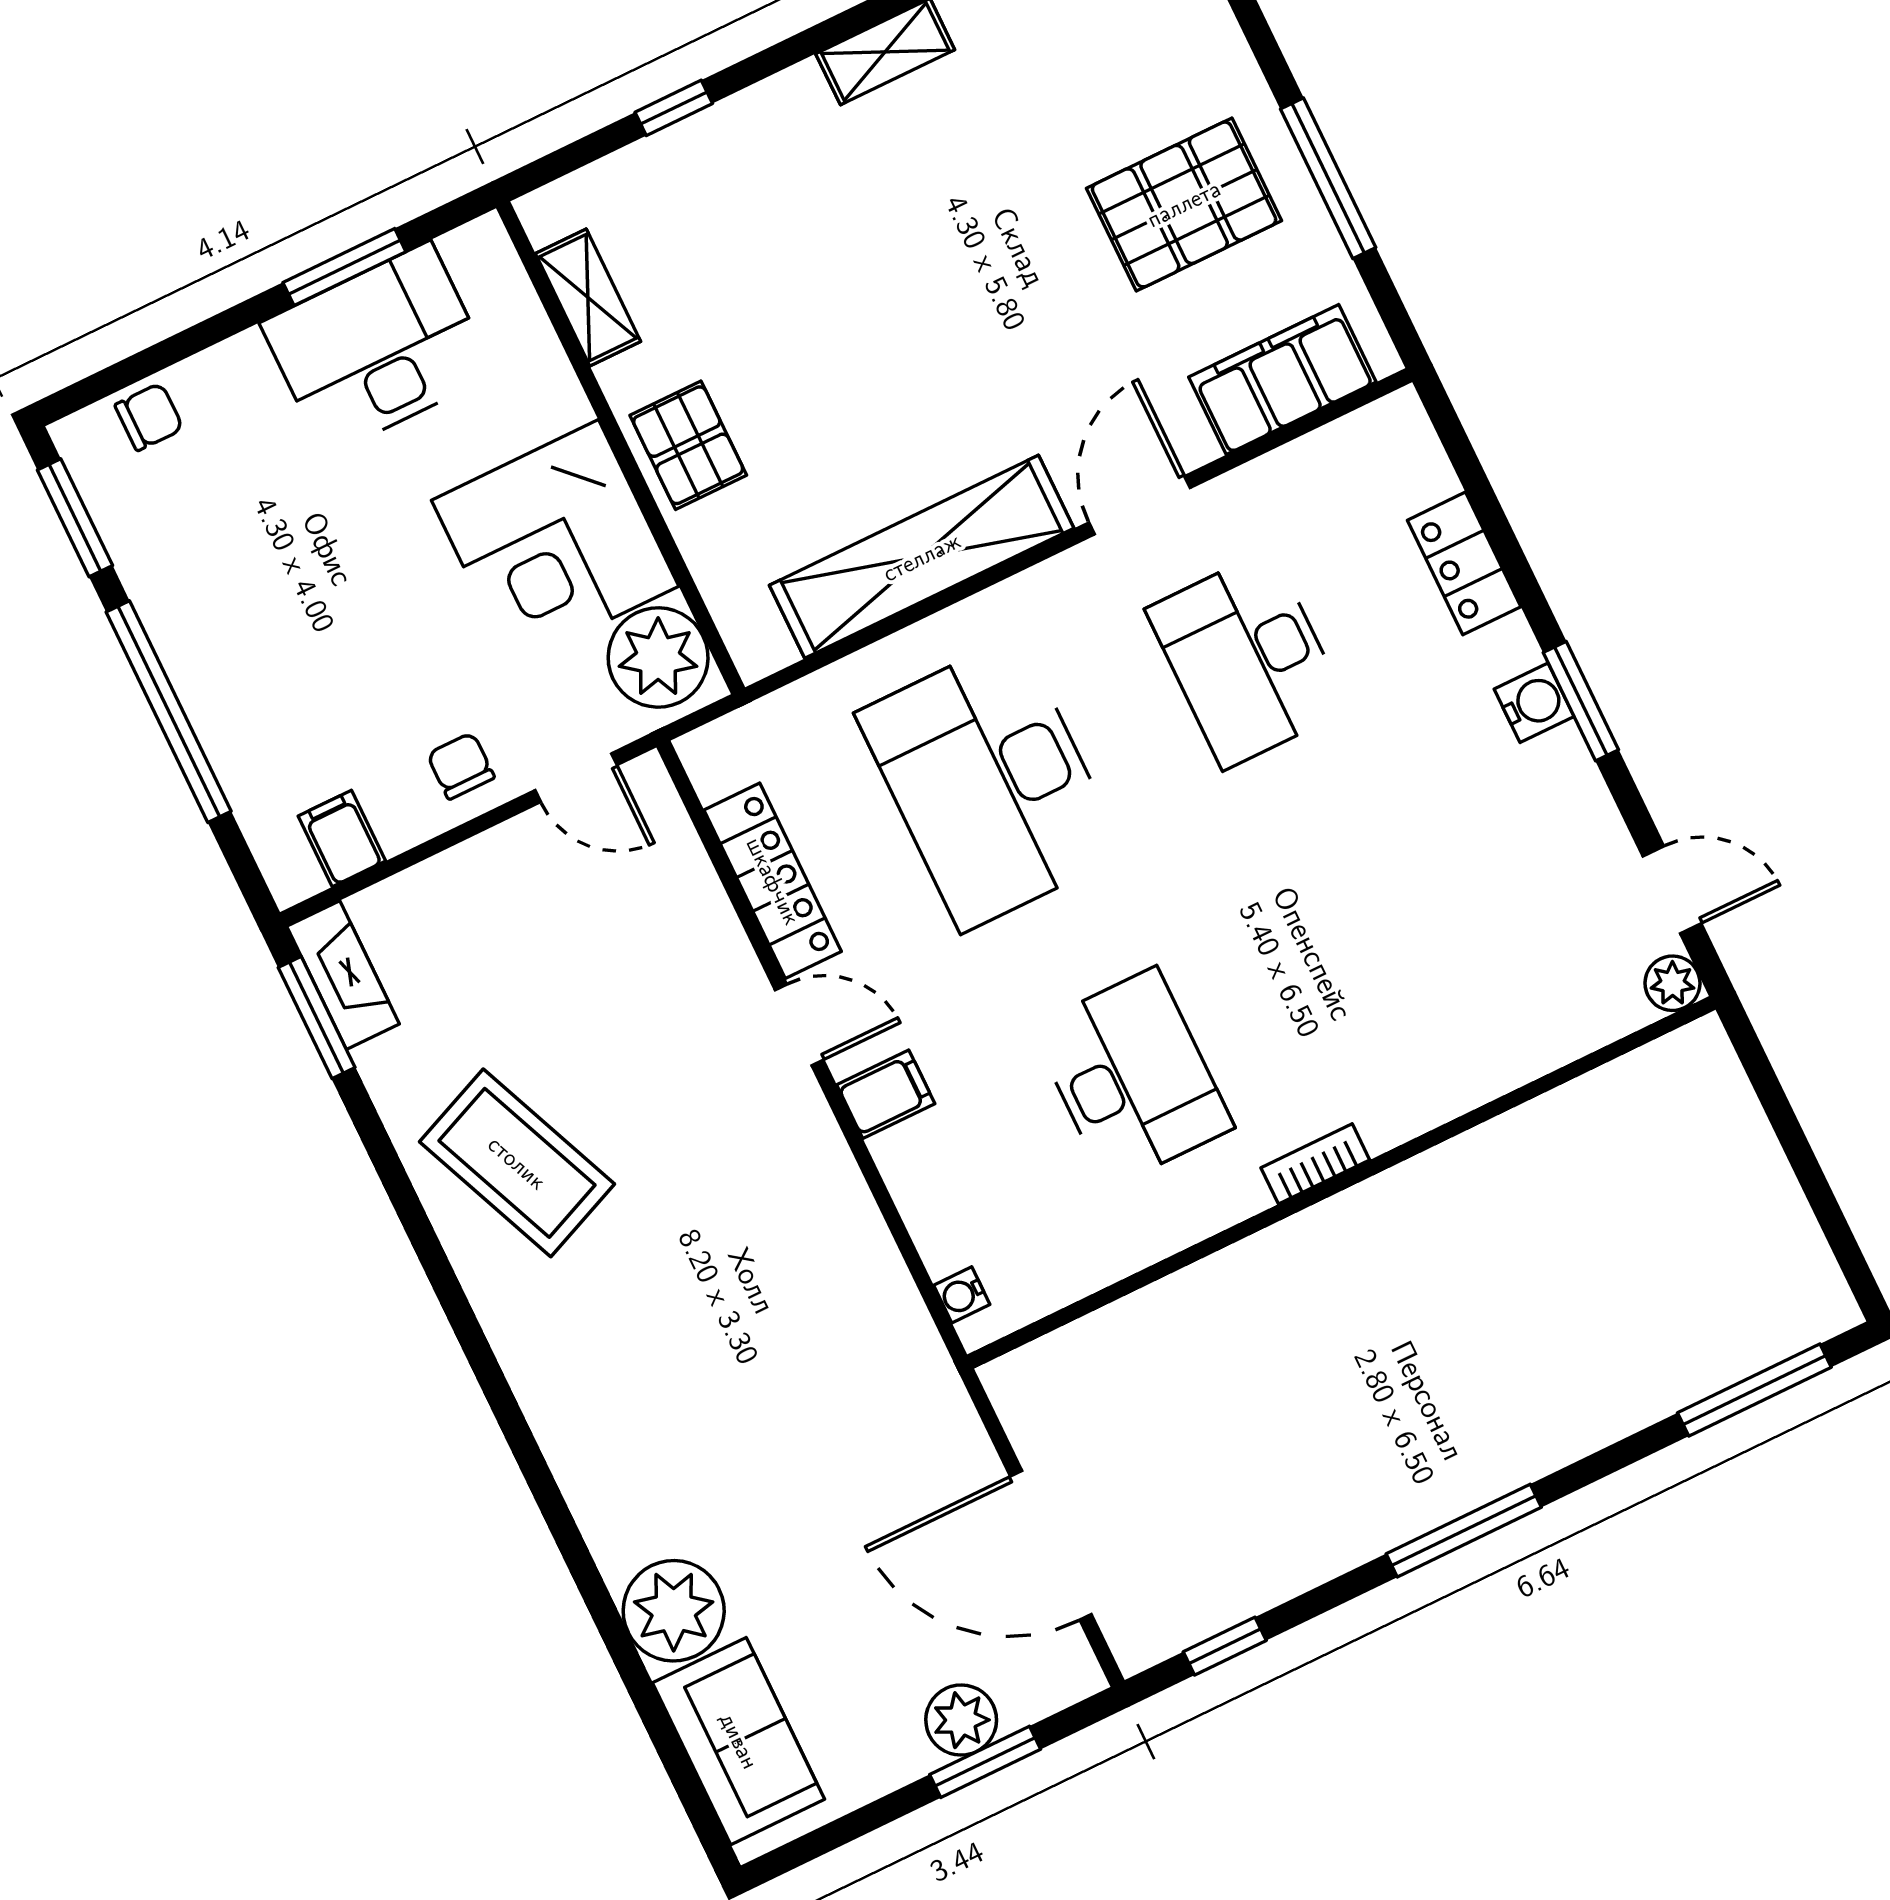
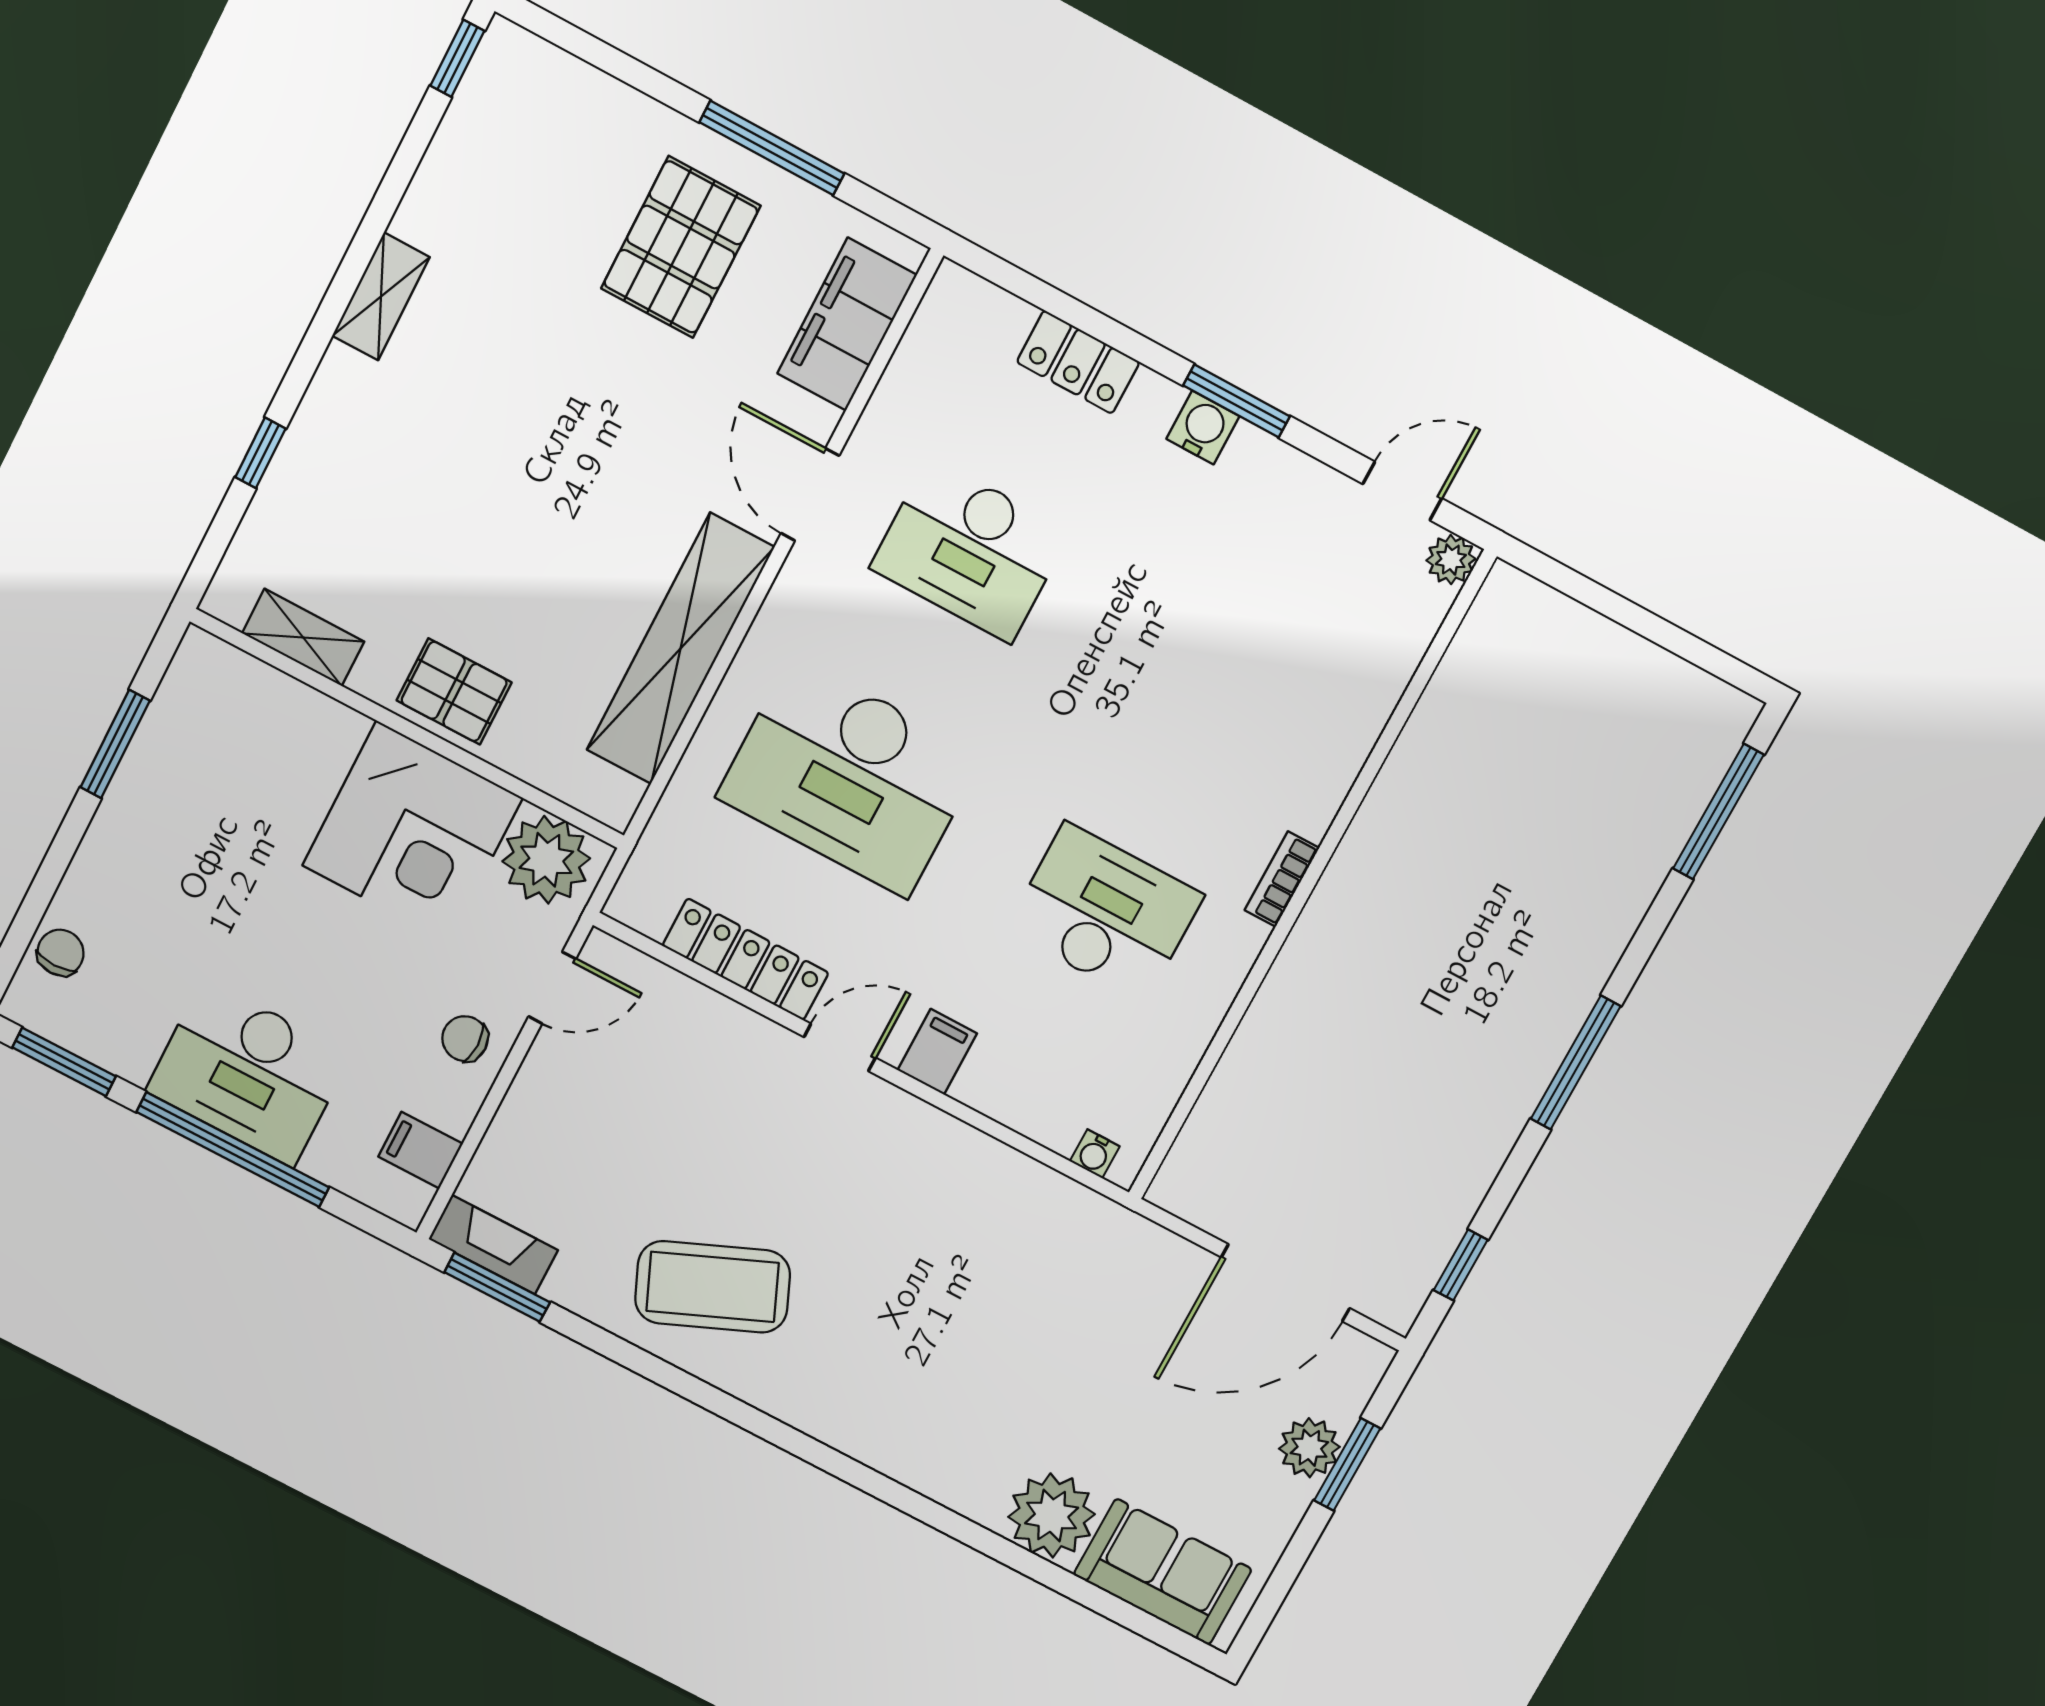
desk: (377, 349) -> (248, 1073), moved, turned -90

